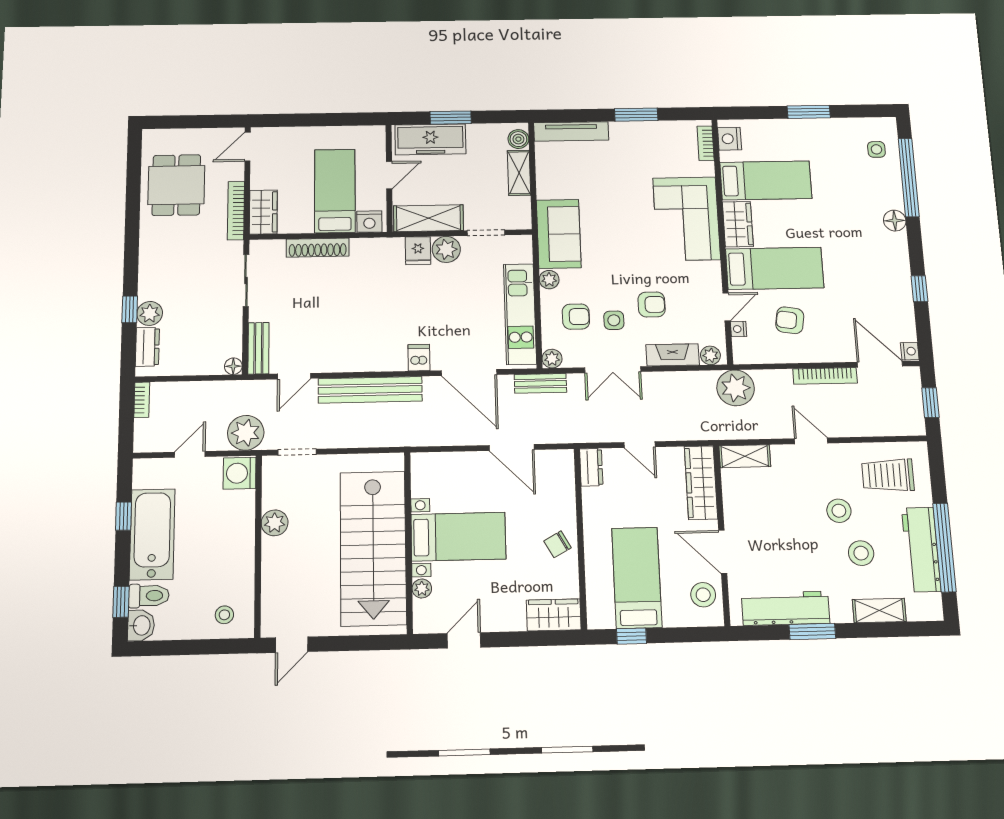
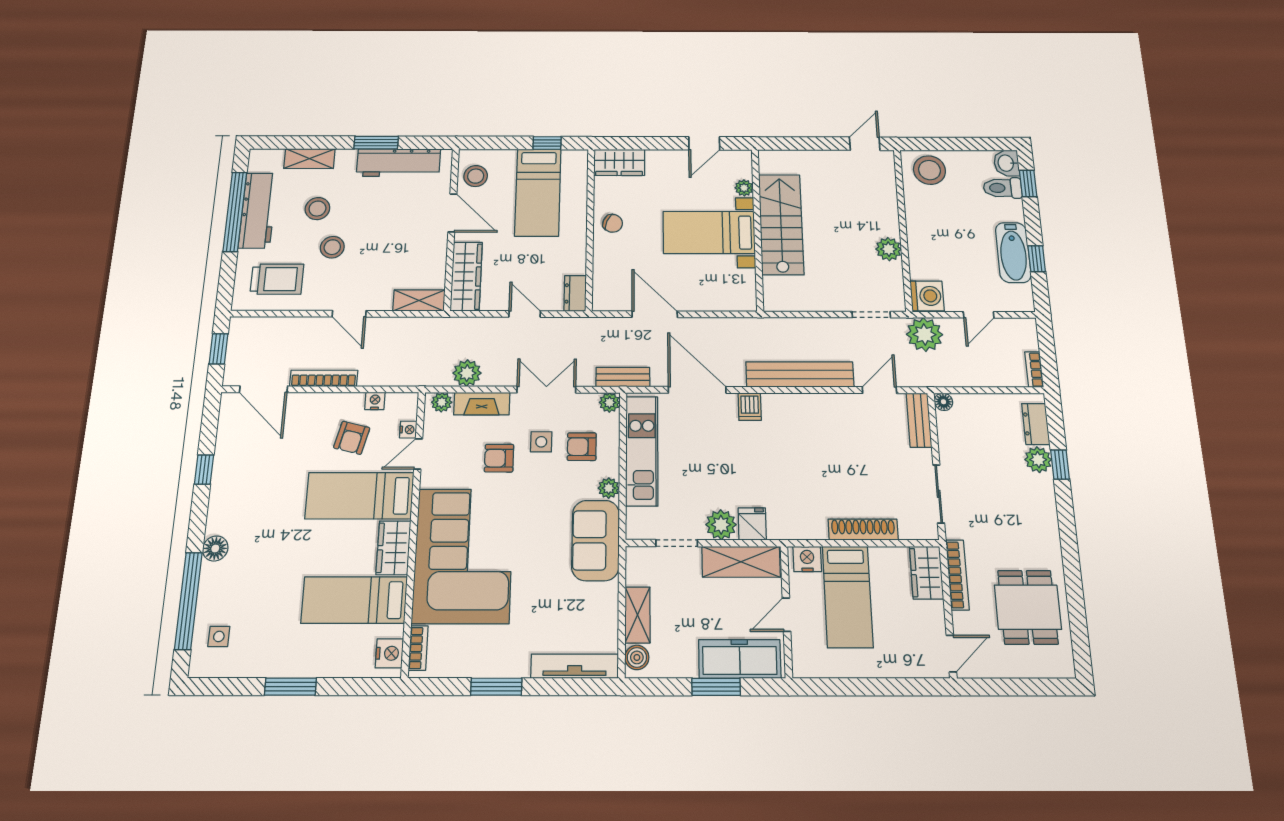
corner sofa: (687, 219) -> (463, 555), width x1.36, depth x1.36
armchair: (790, 320) -> (352, 438), turned 95
nightstand: (910, 351) -> (375, 401), moved, turned 90
plant: (736, 388) -> (467, 373), moved, width x0.73, depth x0.73
bathtub: (152, 534) -> (1013, 252), width x0.73, depth x0.73
chair: (557, 544) -> (613, 223), turned 51
stairs: (373, 548) -> (781, 224), width x0.73, depth x0.66
stool: (224, 615) -> (929, 170), width x1.89, depth x1.89

